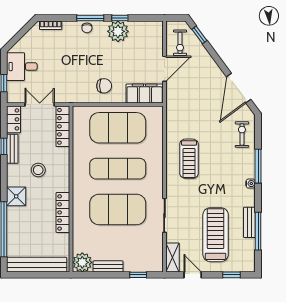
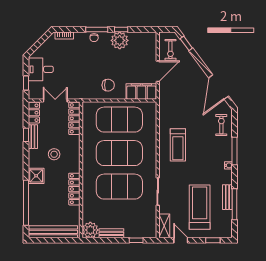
exercise mat: (118, 169) -> (119, 153), width x1.47

